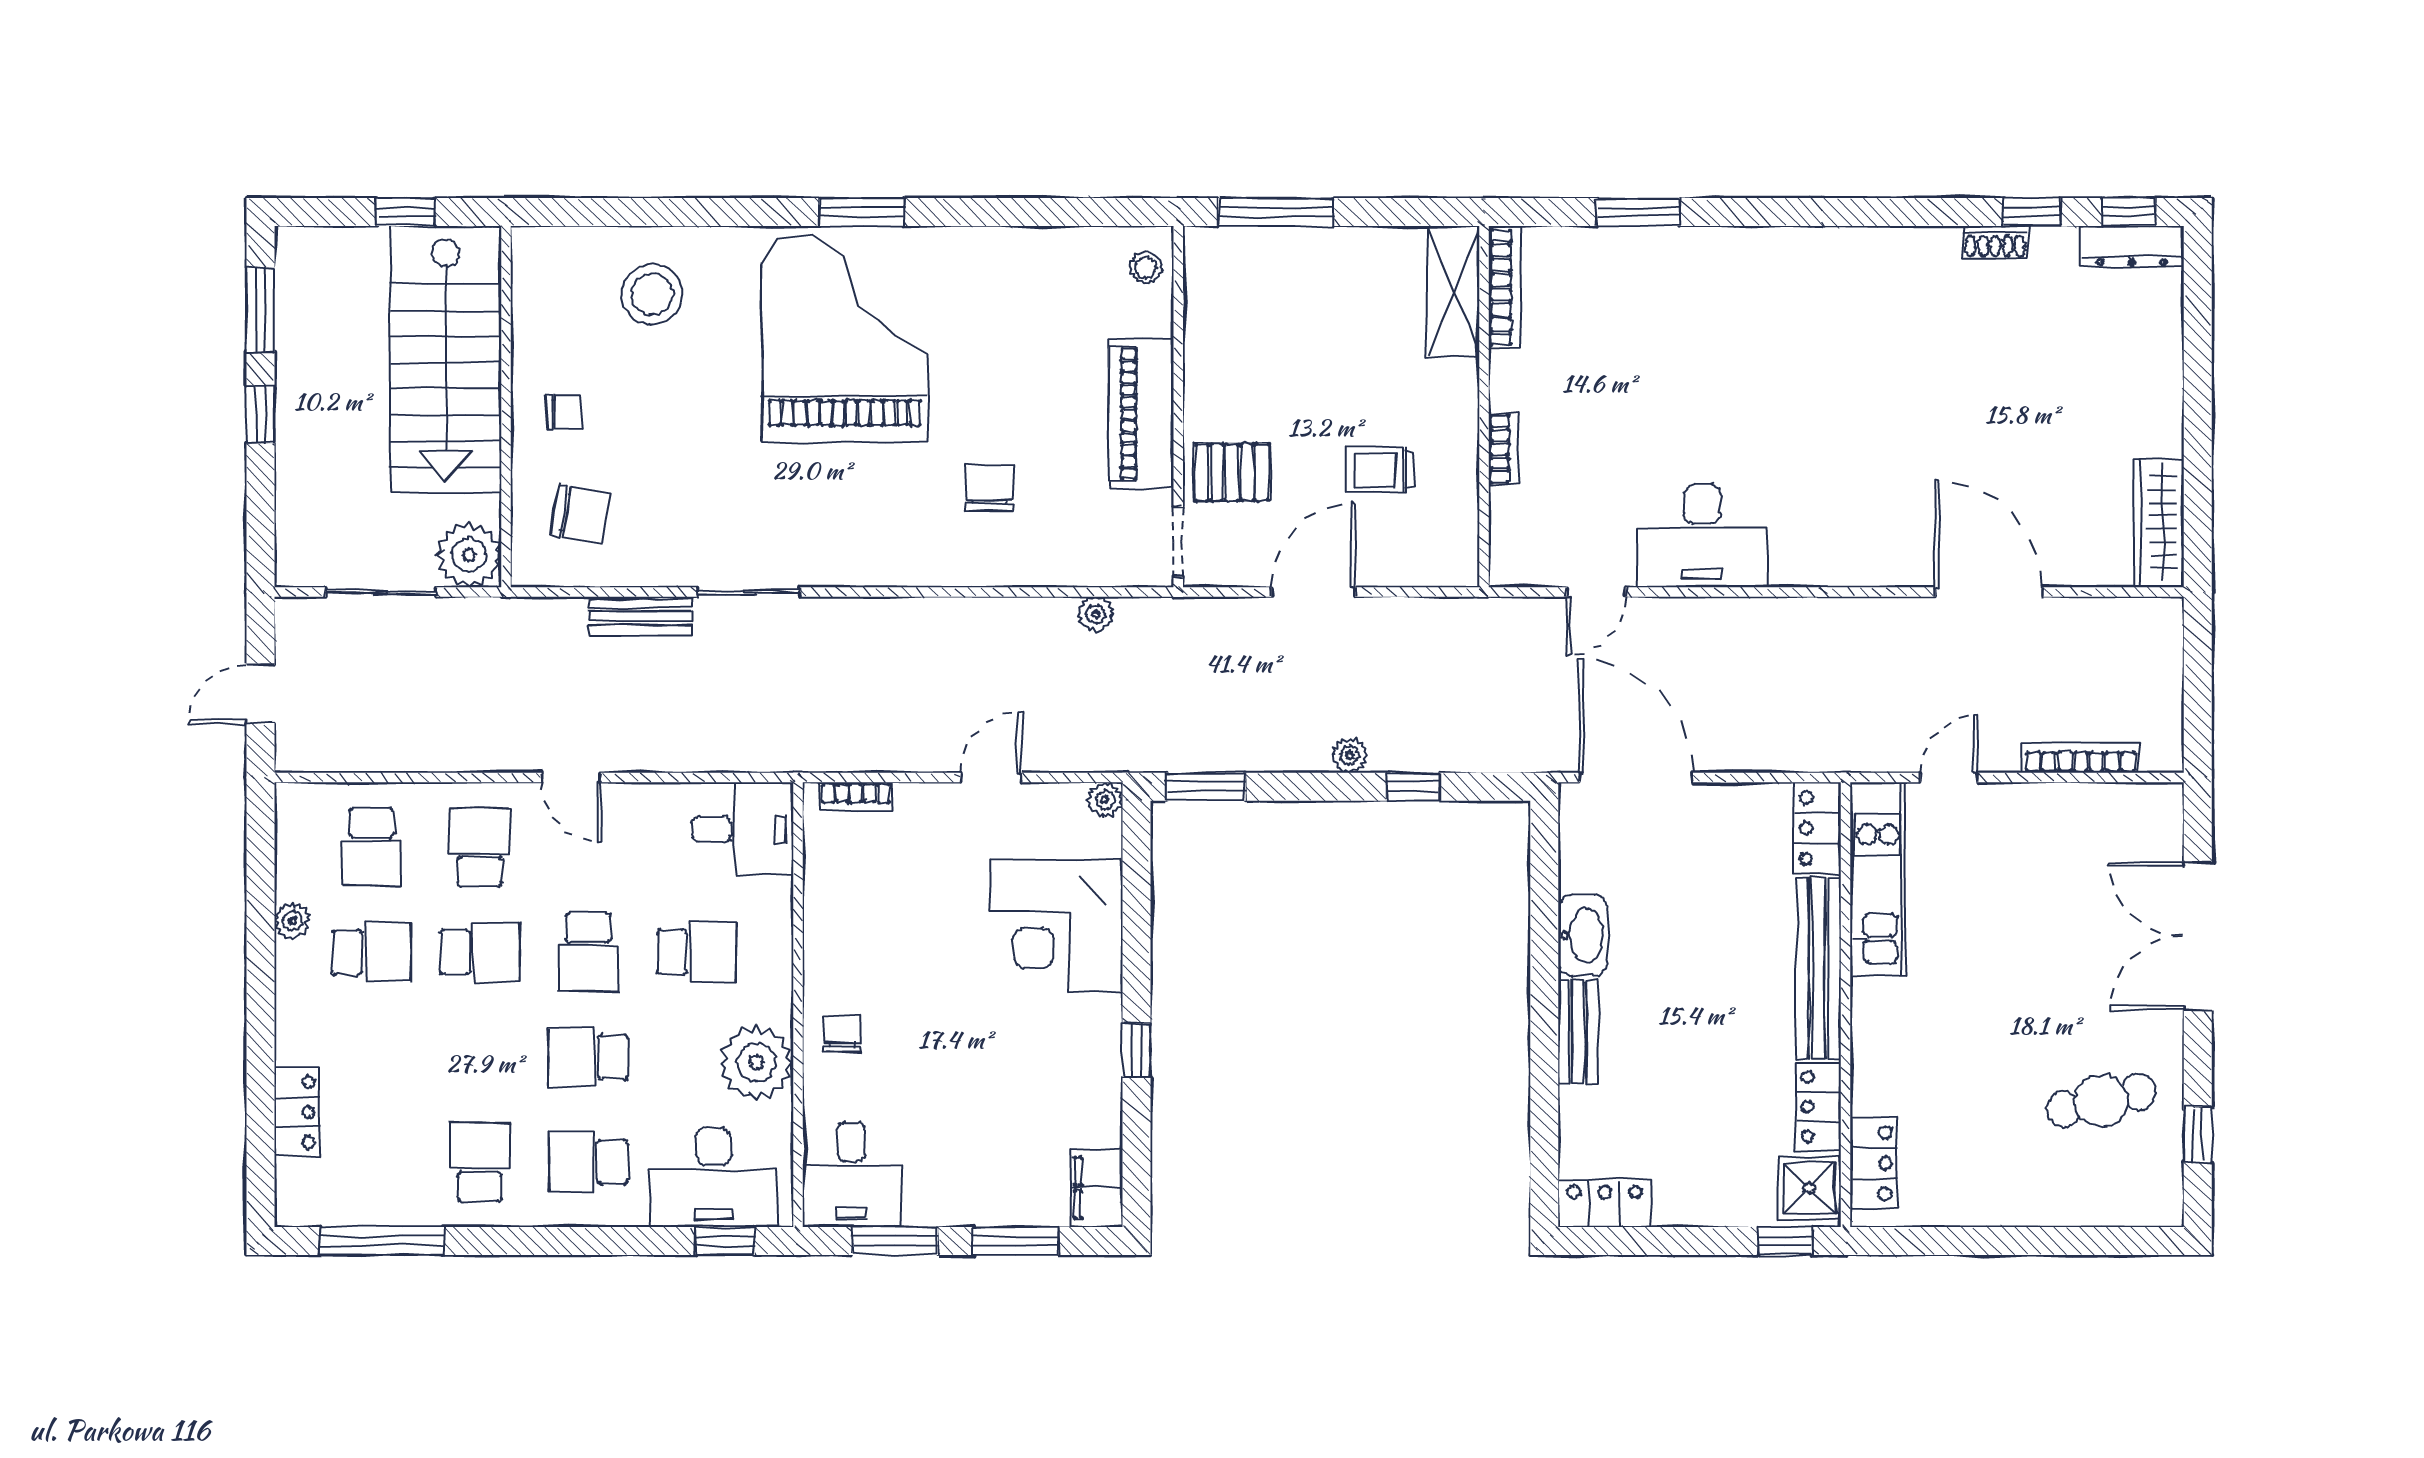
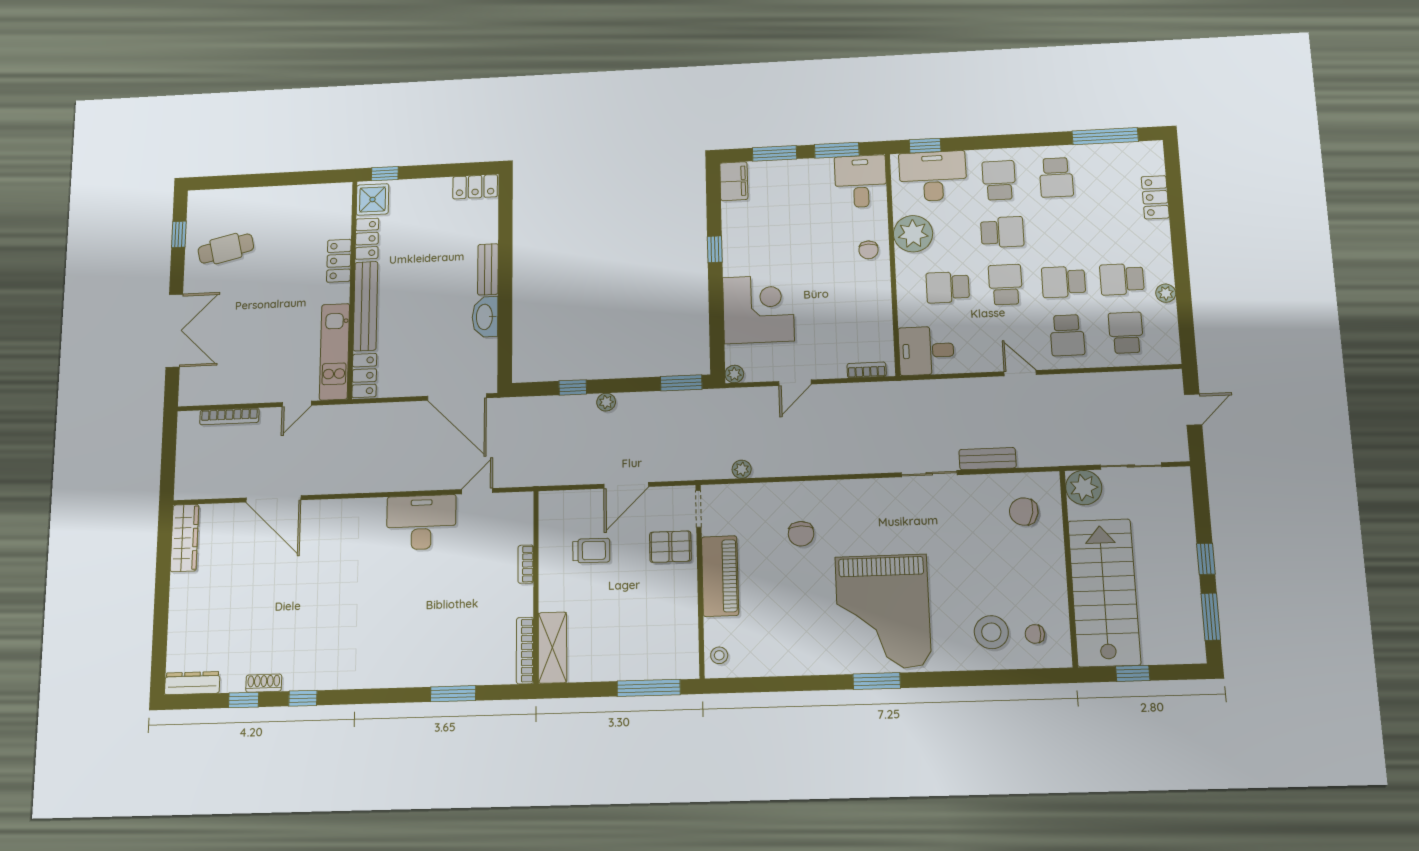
window: (2129, 212) -> (303, 698), moved
chair: (564, 412) -> (1035, 634), moved
school desk: (588, 1162) -> (999, 180), turned -90
locker: (1873, 1163) -> (339, 261), moved

